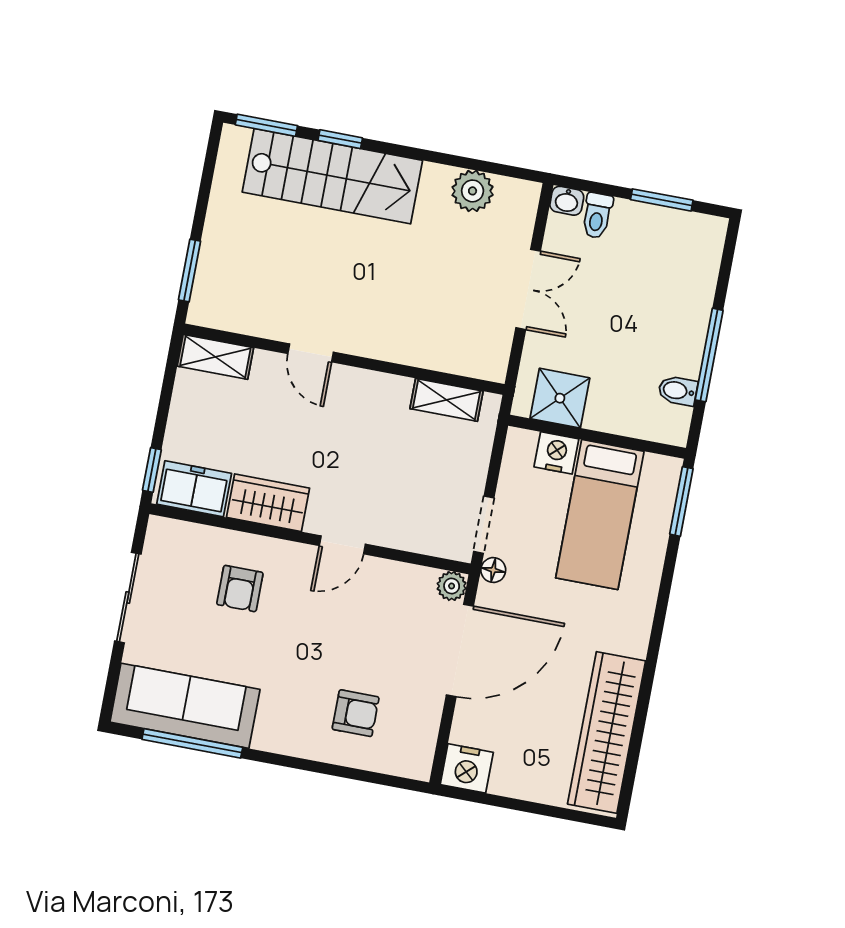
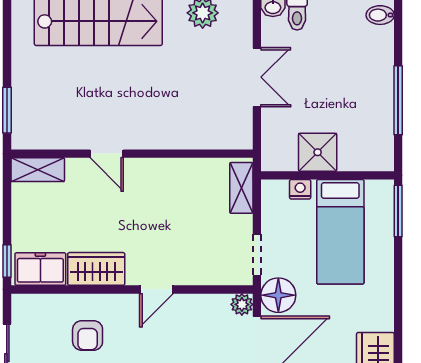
bidet: (678, 391) -> (380, 15), moved
shower: (560, 398) -> (318, 152), moved
shelving: (446, 400) -> (241, 188), moved, turned 90
nightstand: (556, 453) -> (300, 189), width x0.72, depth x0.74
floor lamp: (493, 570) -> (278, 295), width x1.89, depth x1.89

